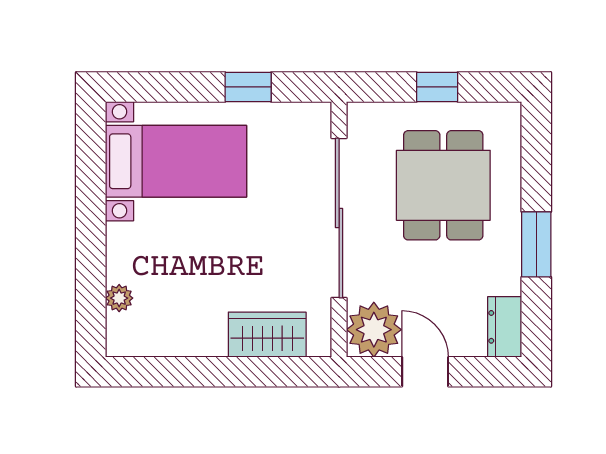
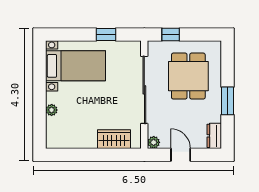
window: (437, 87) -> (171, 35), moved
plant: (119, 298) -> (52, 110), moved
plant: (374, 330) -> (154, 142), width x0.53, depth x0.53

